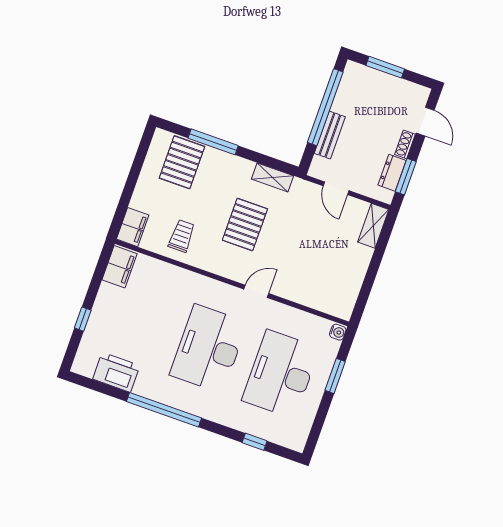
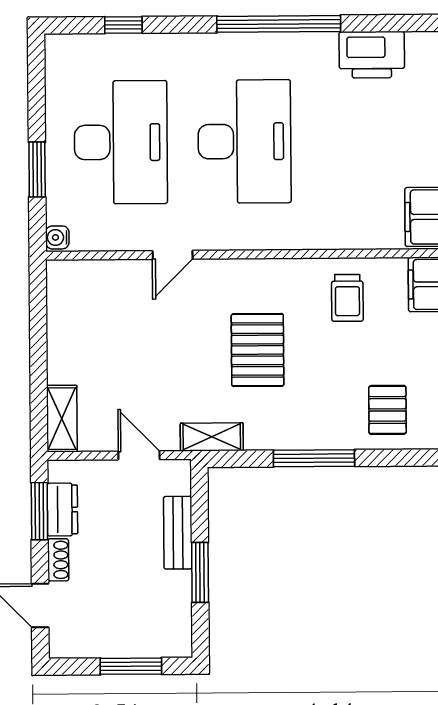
window: (325, 107) -> (200, 572), width x0.47
window: (213, 142) -> (314, 458), moved
pallet: (182, 162) -> (387, 410), width x0.67, depth x0.71
shelving: (273, 177) -> (212, 437), moved
door: (256, 291) -> (173, 255), moved

